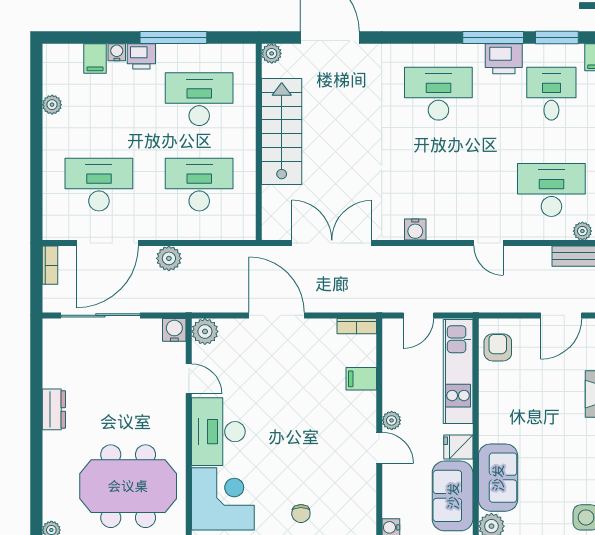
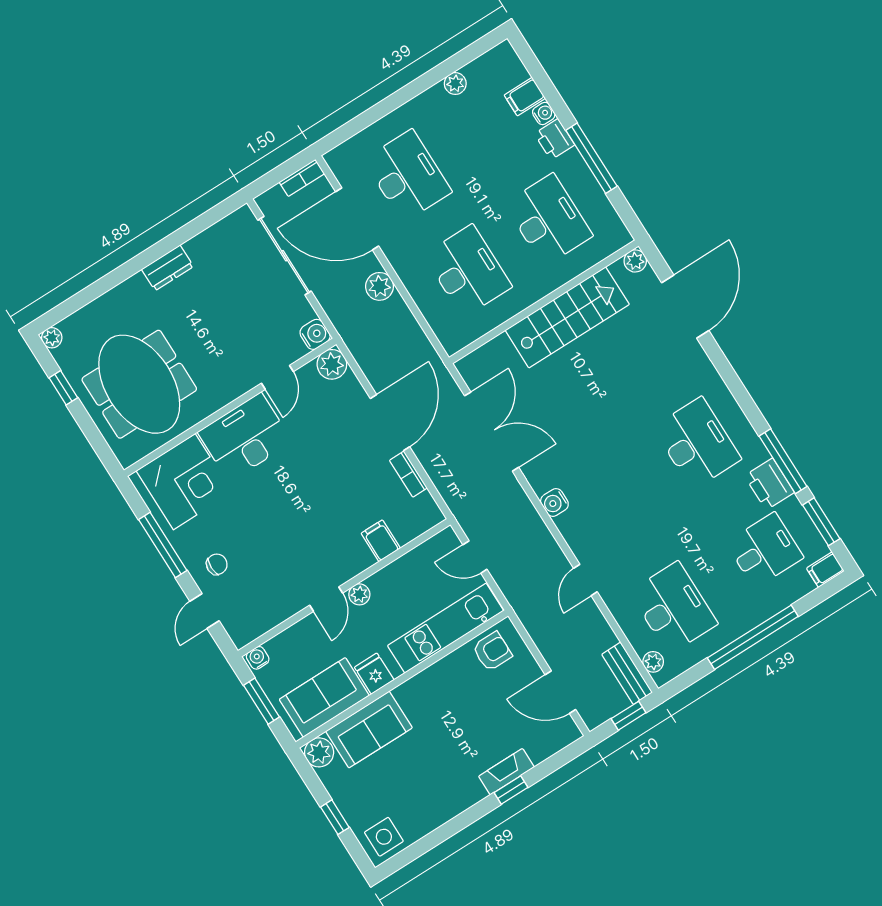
bookcase: (357, 326) -> (408, 474), moved
chair: (301, 514) -> (217, 564), turned 180

